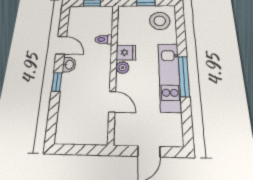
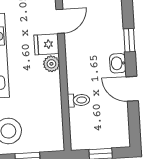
fridge: (126, 53) -> (46, 44), moved
door: (112, 102) -> (60, 21), swing flipped

